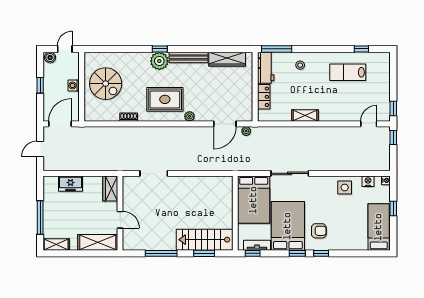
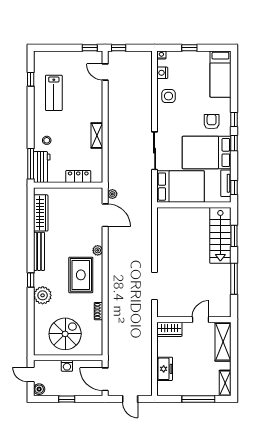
plant: (159, 61) -> (43, 295), moved
workbench: (266, 68) -> (42, 167), moved, turned 90
bed: (379, 227) -> (220, 74), moved, turned -90

